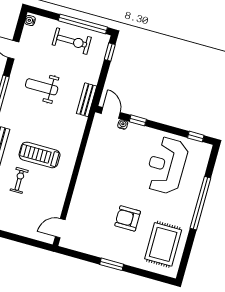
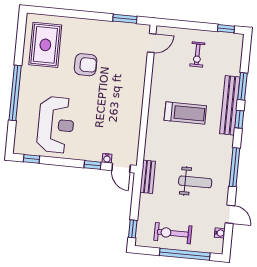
water cooler: (30, 21) -> (220, 233), moved
window: (83, 24) -> (185, 254), moved
exercise bike: (19, 180) -> (197, 55), moved
window: (112, 264) -> (125, 19), moved

